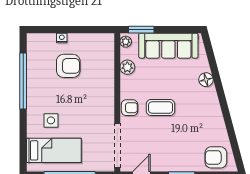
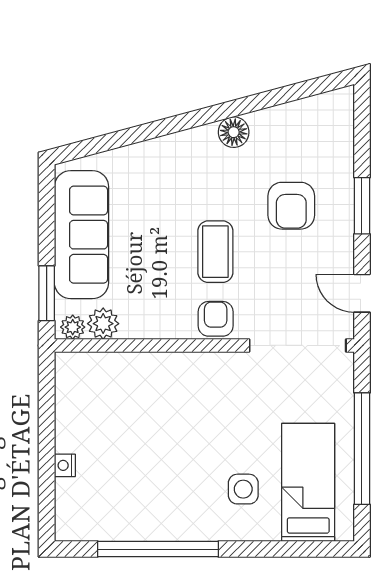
armchair: (68, 66) -> (125, 452), removed
plant: (127, 67) -> (103, 324), moved
floor lamp: (206, 80) -> (234, 132), moved
armchair: (216, 157) -> (291, 206), moved

